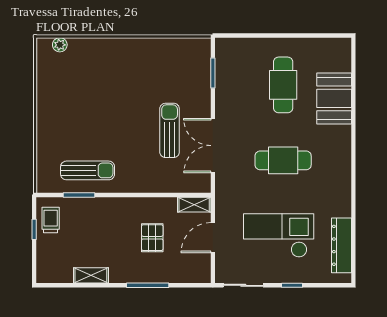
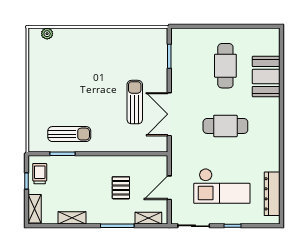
shelving: (194, 205) -> (148, 218), moved
checkout: (279, 236) -> (222, 186), turned 180
shelving: (44, 264) -> (35, 209), added

